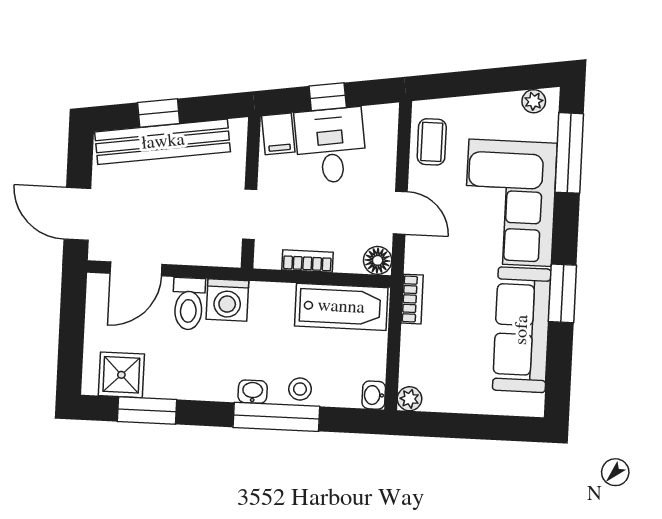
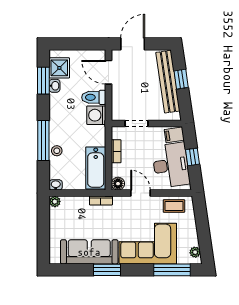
desk: (331, 146) -> (171, 165), width x1.37
door: (400, 213) -> (141, 193), swing flipped
washbasin: (253, 392) -> (55, 86), moved

